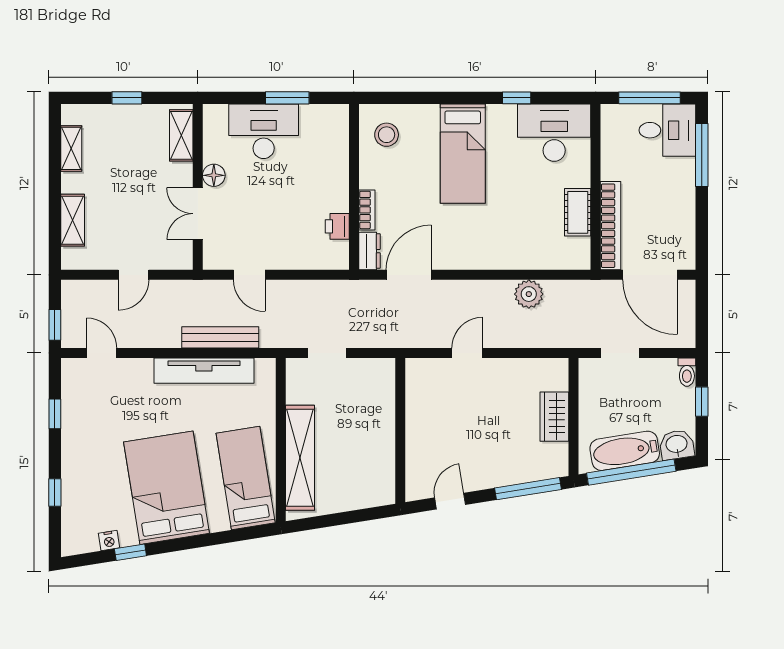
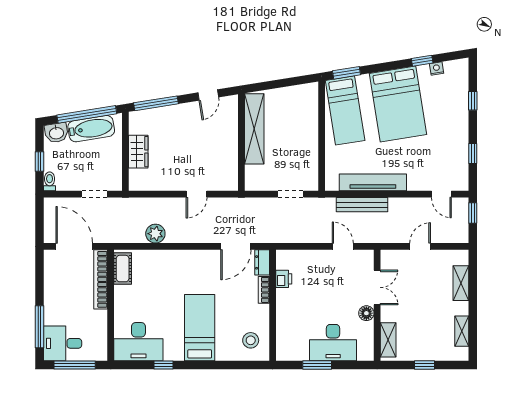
cot: (578, 212) -> (123, 269), moved
shelving: (300, 458) -> (254, 129), moved
window: (244, 534) -> (346, 73), added

